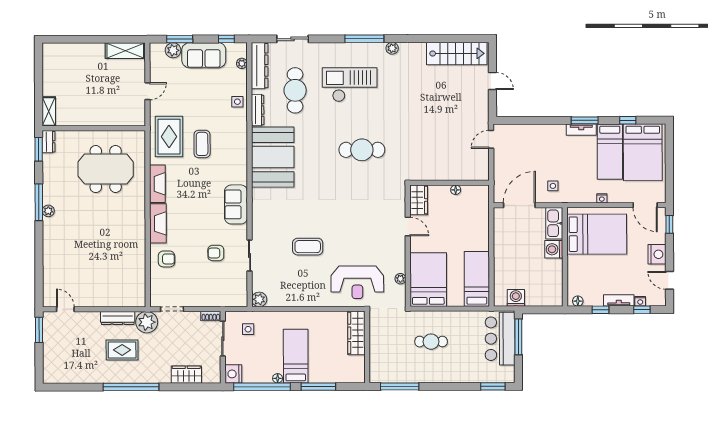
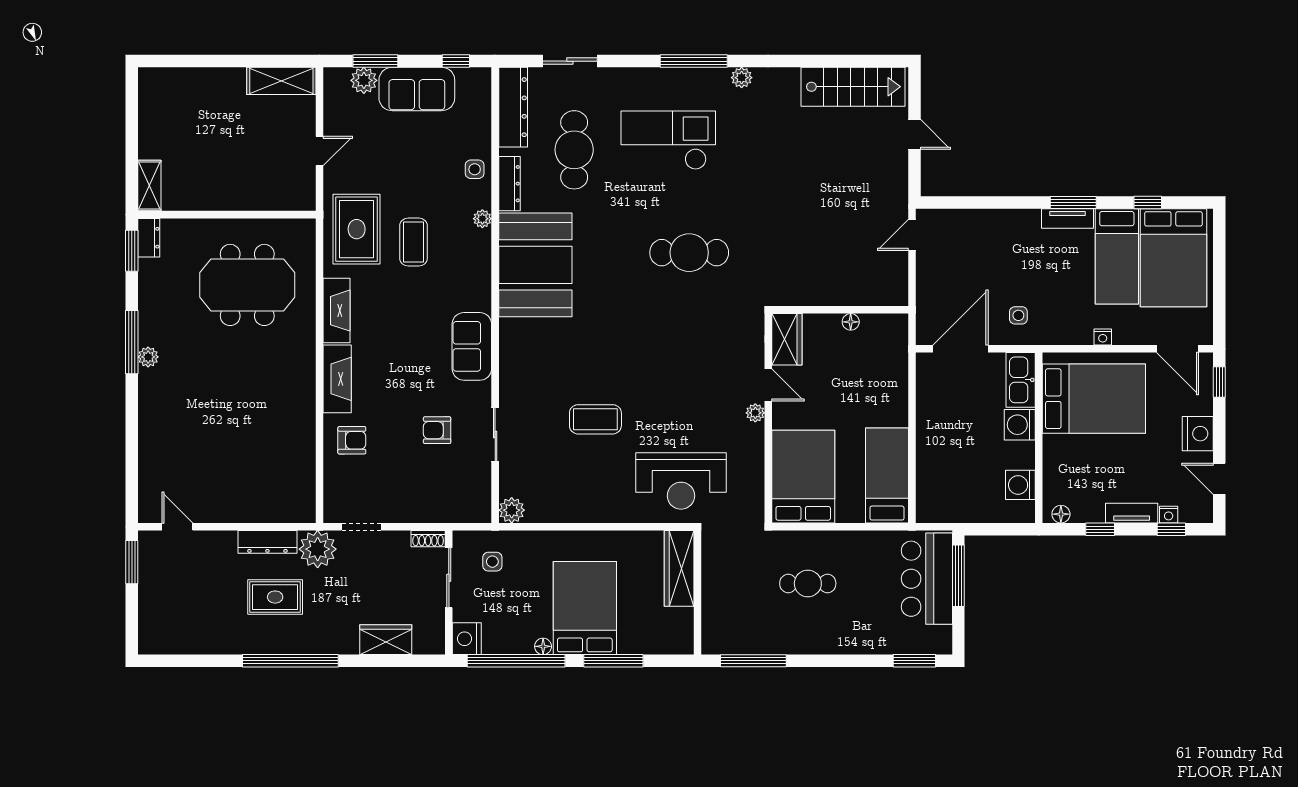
plant: (242, 63) -> (482, 219), moved
plant: (400, 279) -> (755, 413), moved
washing machine: (516, 298) -> (1020, 485), moved, turned -90
bed: (296, 356) -> (585, 608), width x1.50

